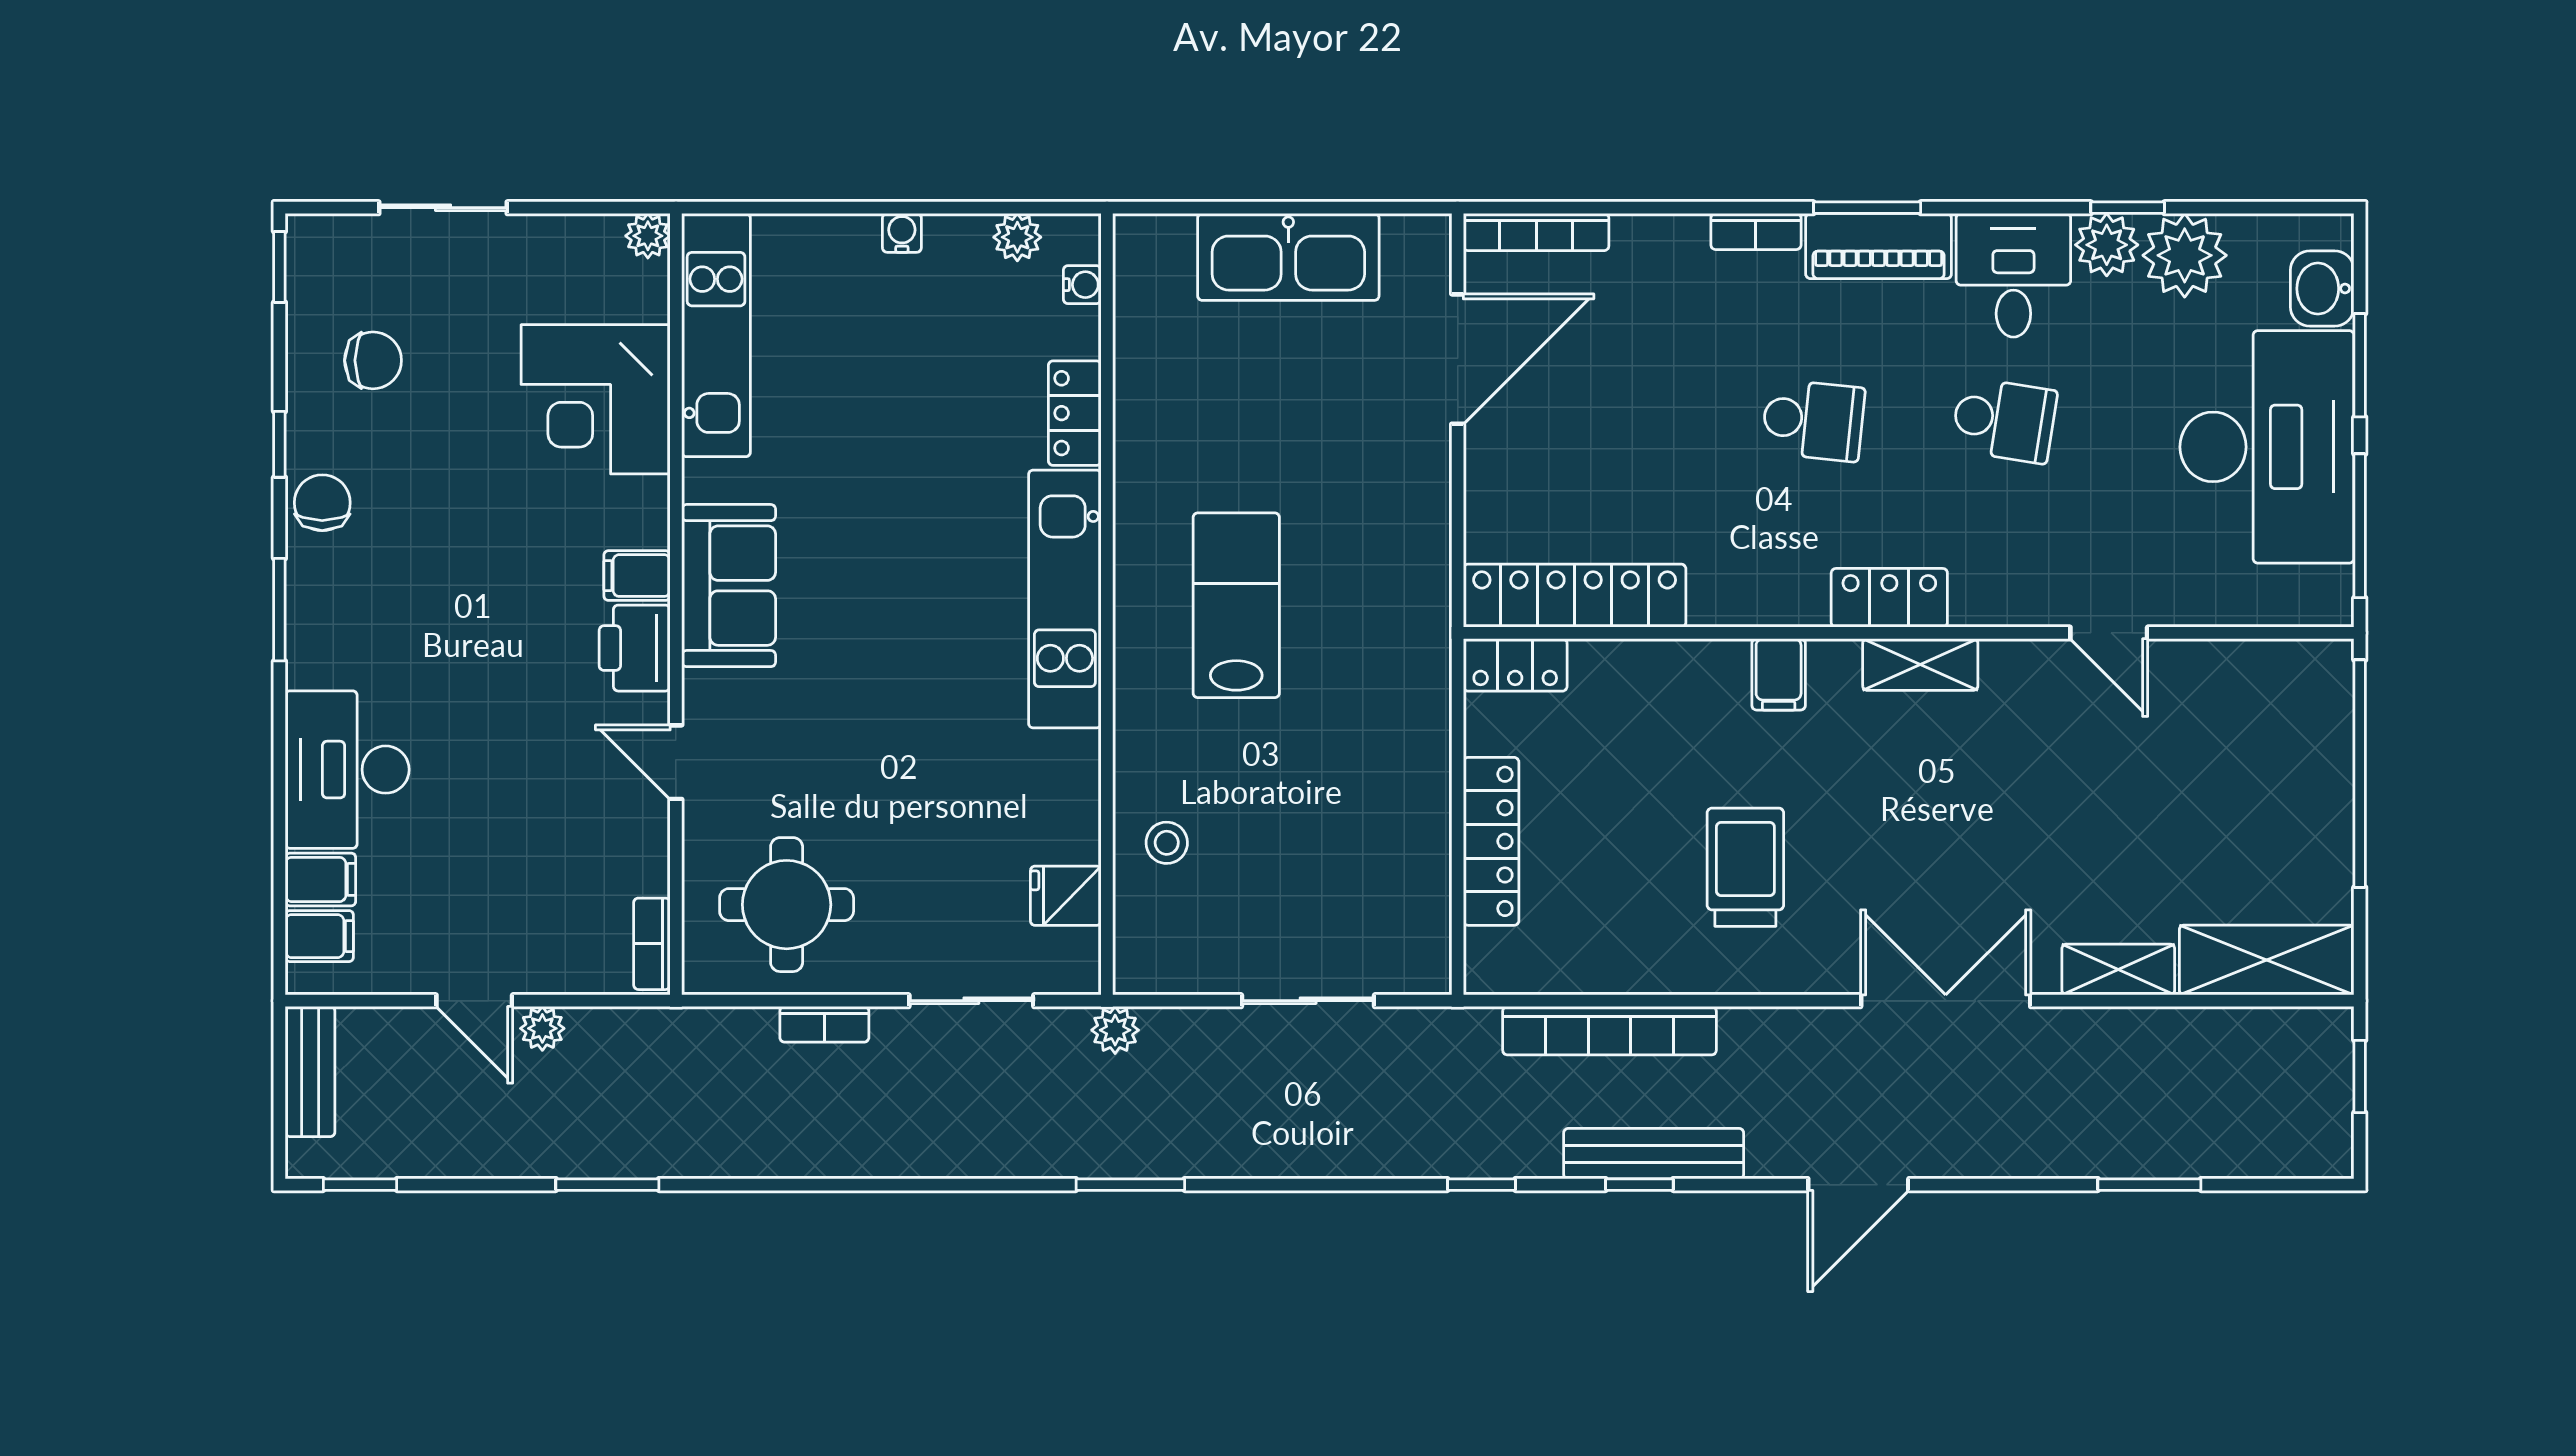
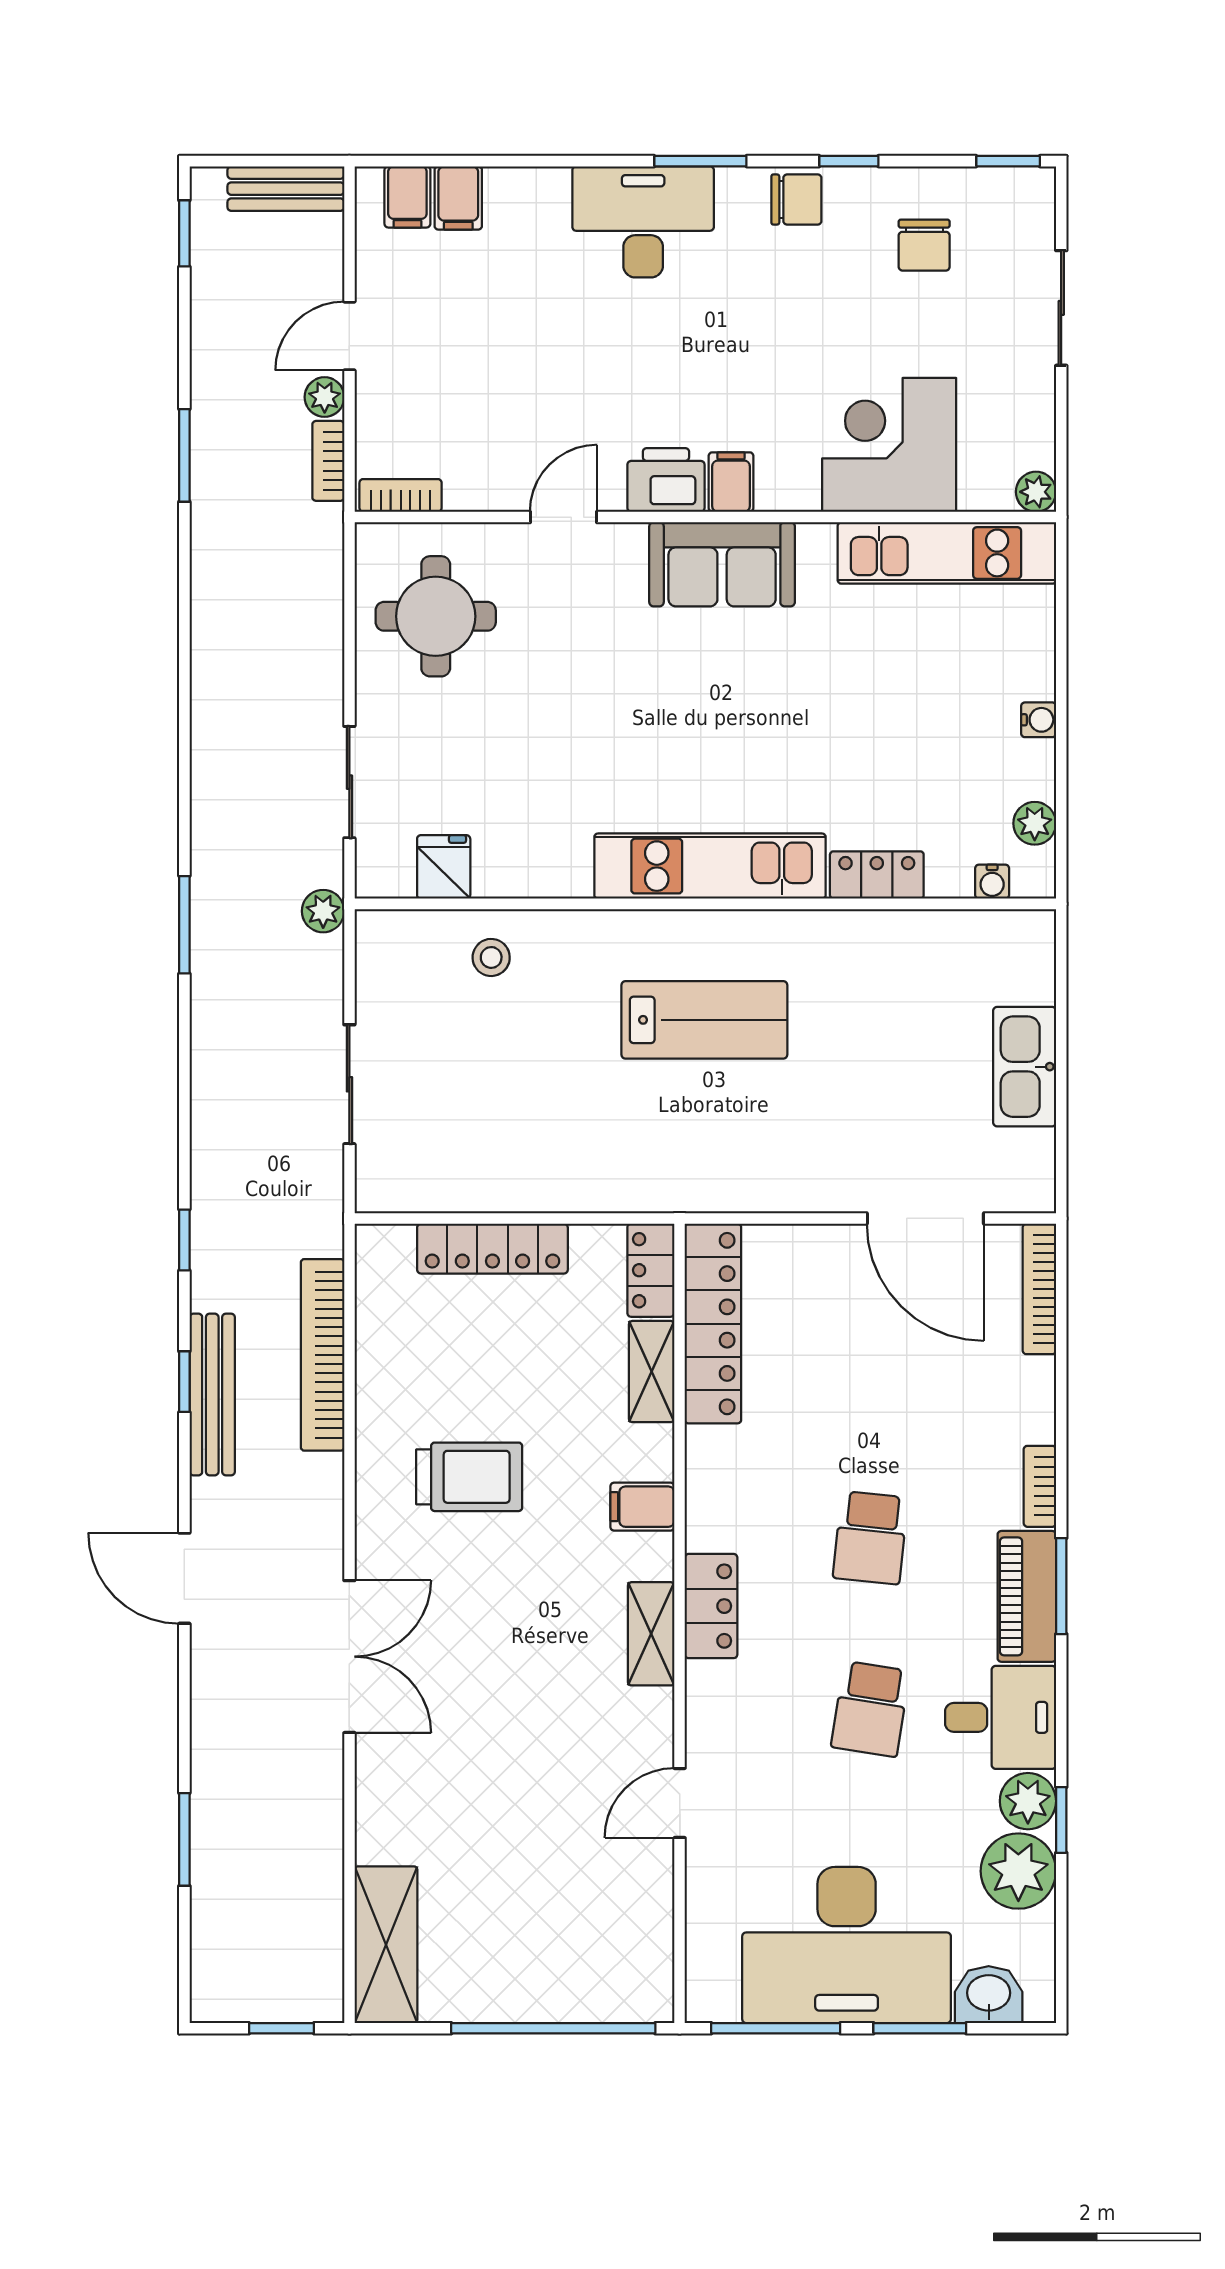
kitchen sink: (1288, 257) -> (1025, 1067), width x0.73, depth x0.81
desk: (347, 770) -> (643, 222), moved
shelving: (2118, 970) -> (652, 1372), moved
bookcase: (824, 1024) -> (328, 461), moved

